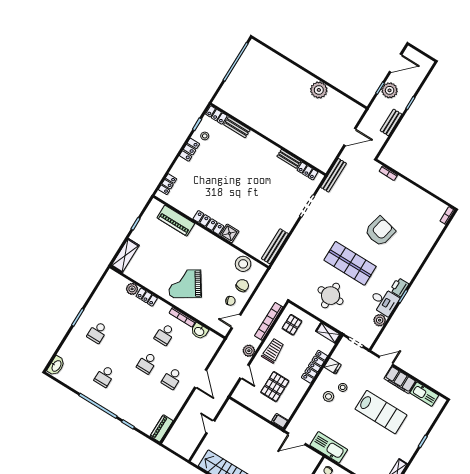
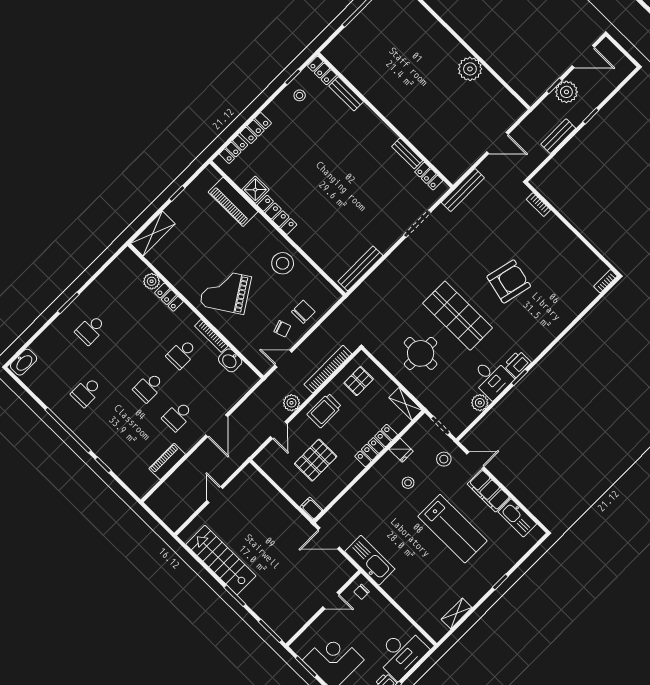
locker: (189, 150) -> (256, 128), moved
shower: (229, 233) -> (255, 190), moved
stool: (243, 264) -> (283, 263), moved
trolley: (273, 351) -> (324, 411), turned 180
stool: (329, 396) -> (444, 459), moved
piano: (162, 428) -> (167, 461), moved

